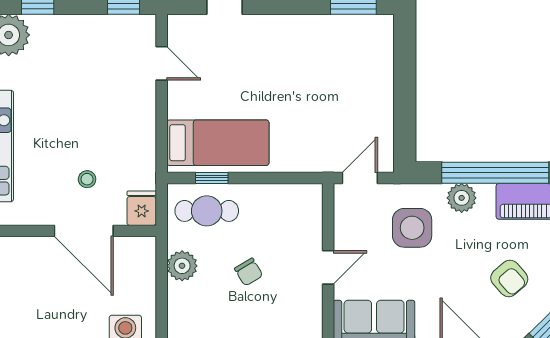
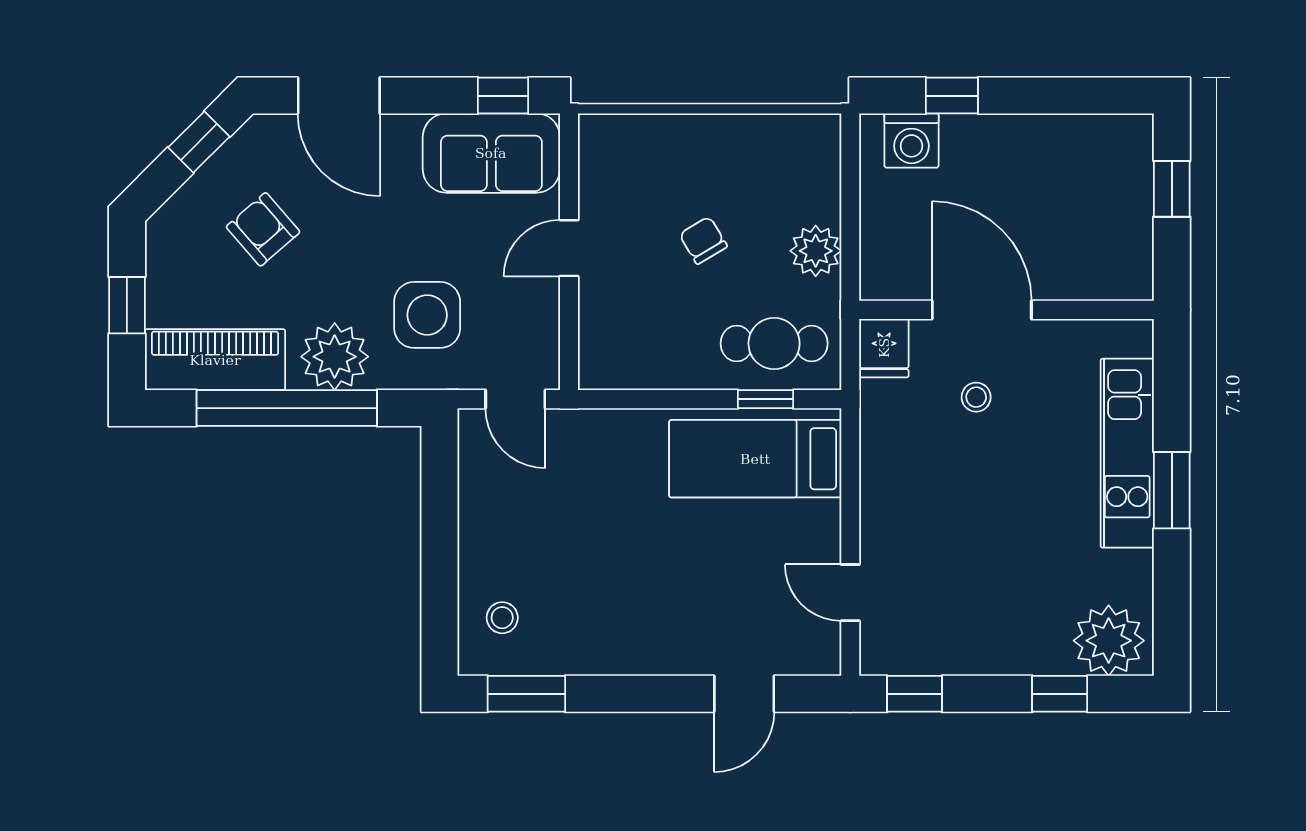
stool: (368, 49) -> (502, 618), added
door: (360, 178) -> (515, 399), hinge flipped
plant: (462, 198) -> (335, 357), width x1.36, depth x1.36

